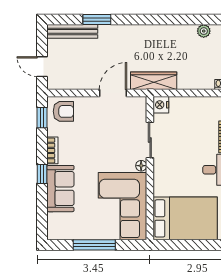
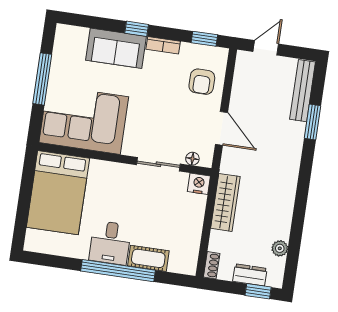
wardrobe: (154, 81) -> (225, 202), moved
armchair: (63, 111) -> (202, 82), moved
floor lamp: (141, 166) -> (192, 159), moved

